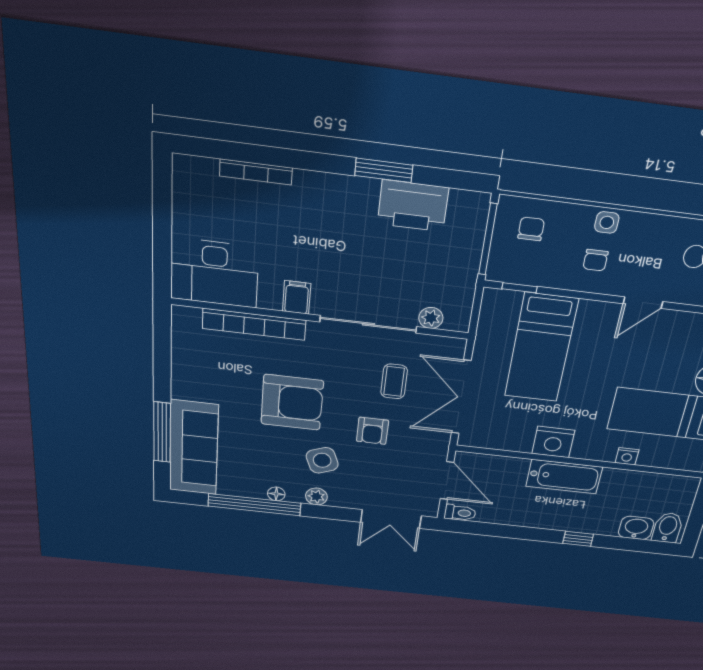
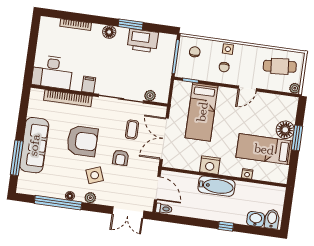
floor lamp: (335, 187) -> (109, 32), added
sofa: (194, 448) -> (34, 145), moved

